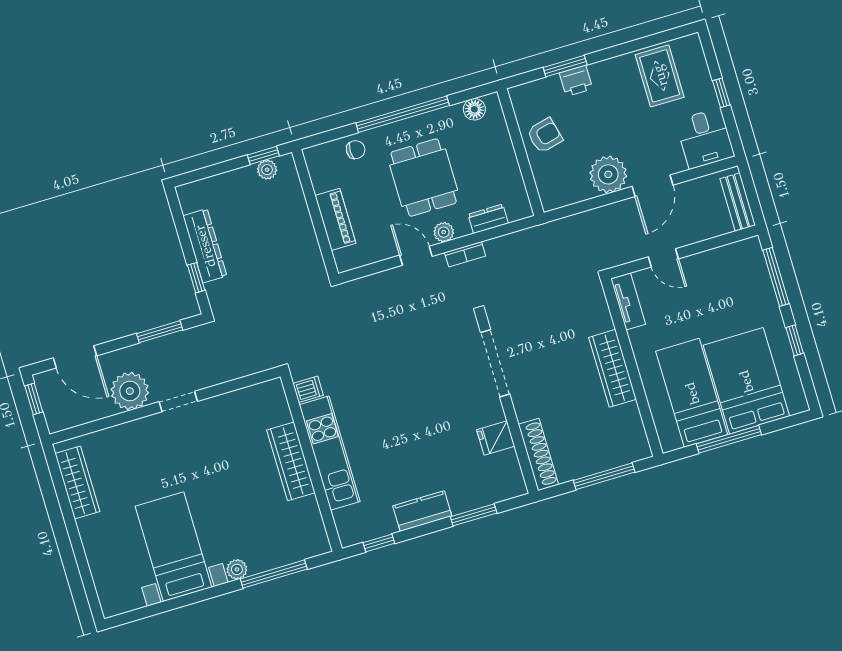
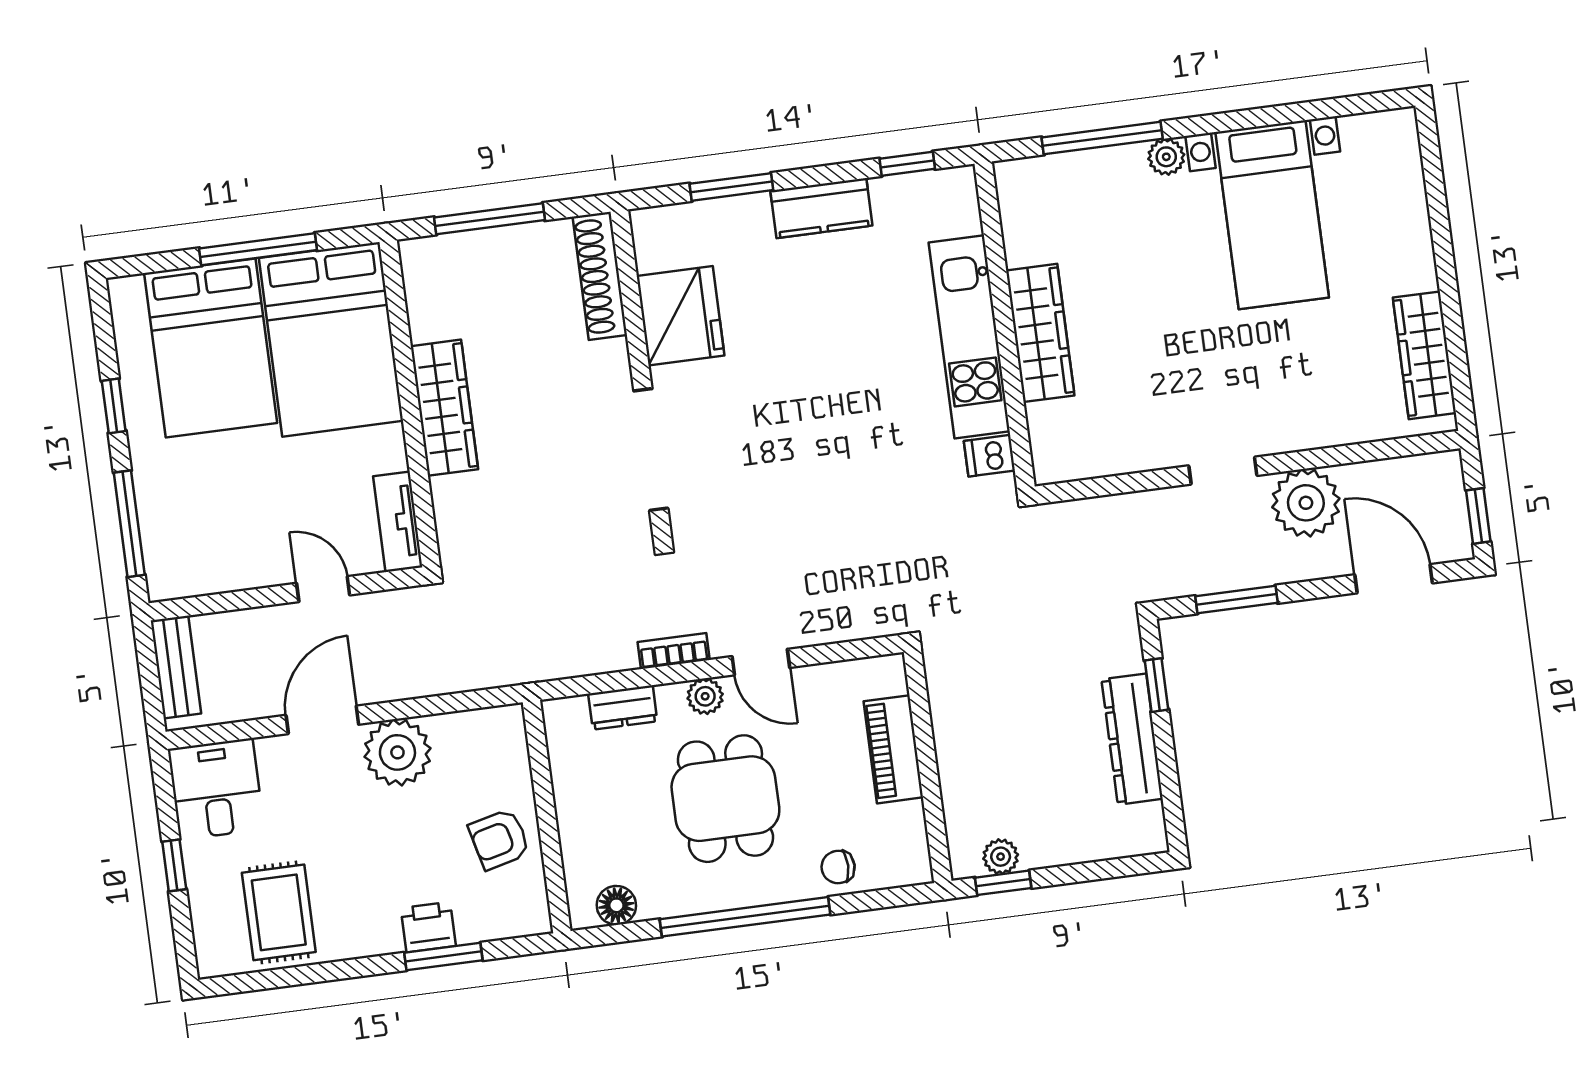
bed: (692, 393) -> (331, 339), width x1.50
fridge: (496, 438) -> (680, 316), width x1.88, depth x1.34

